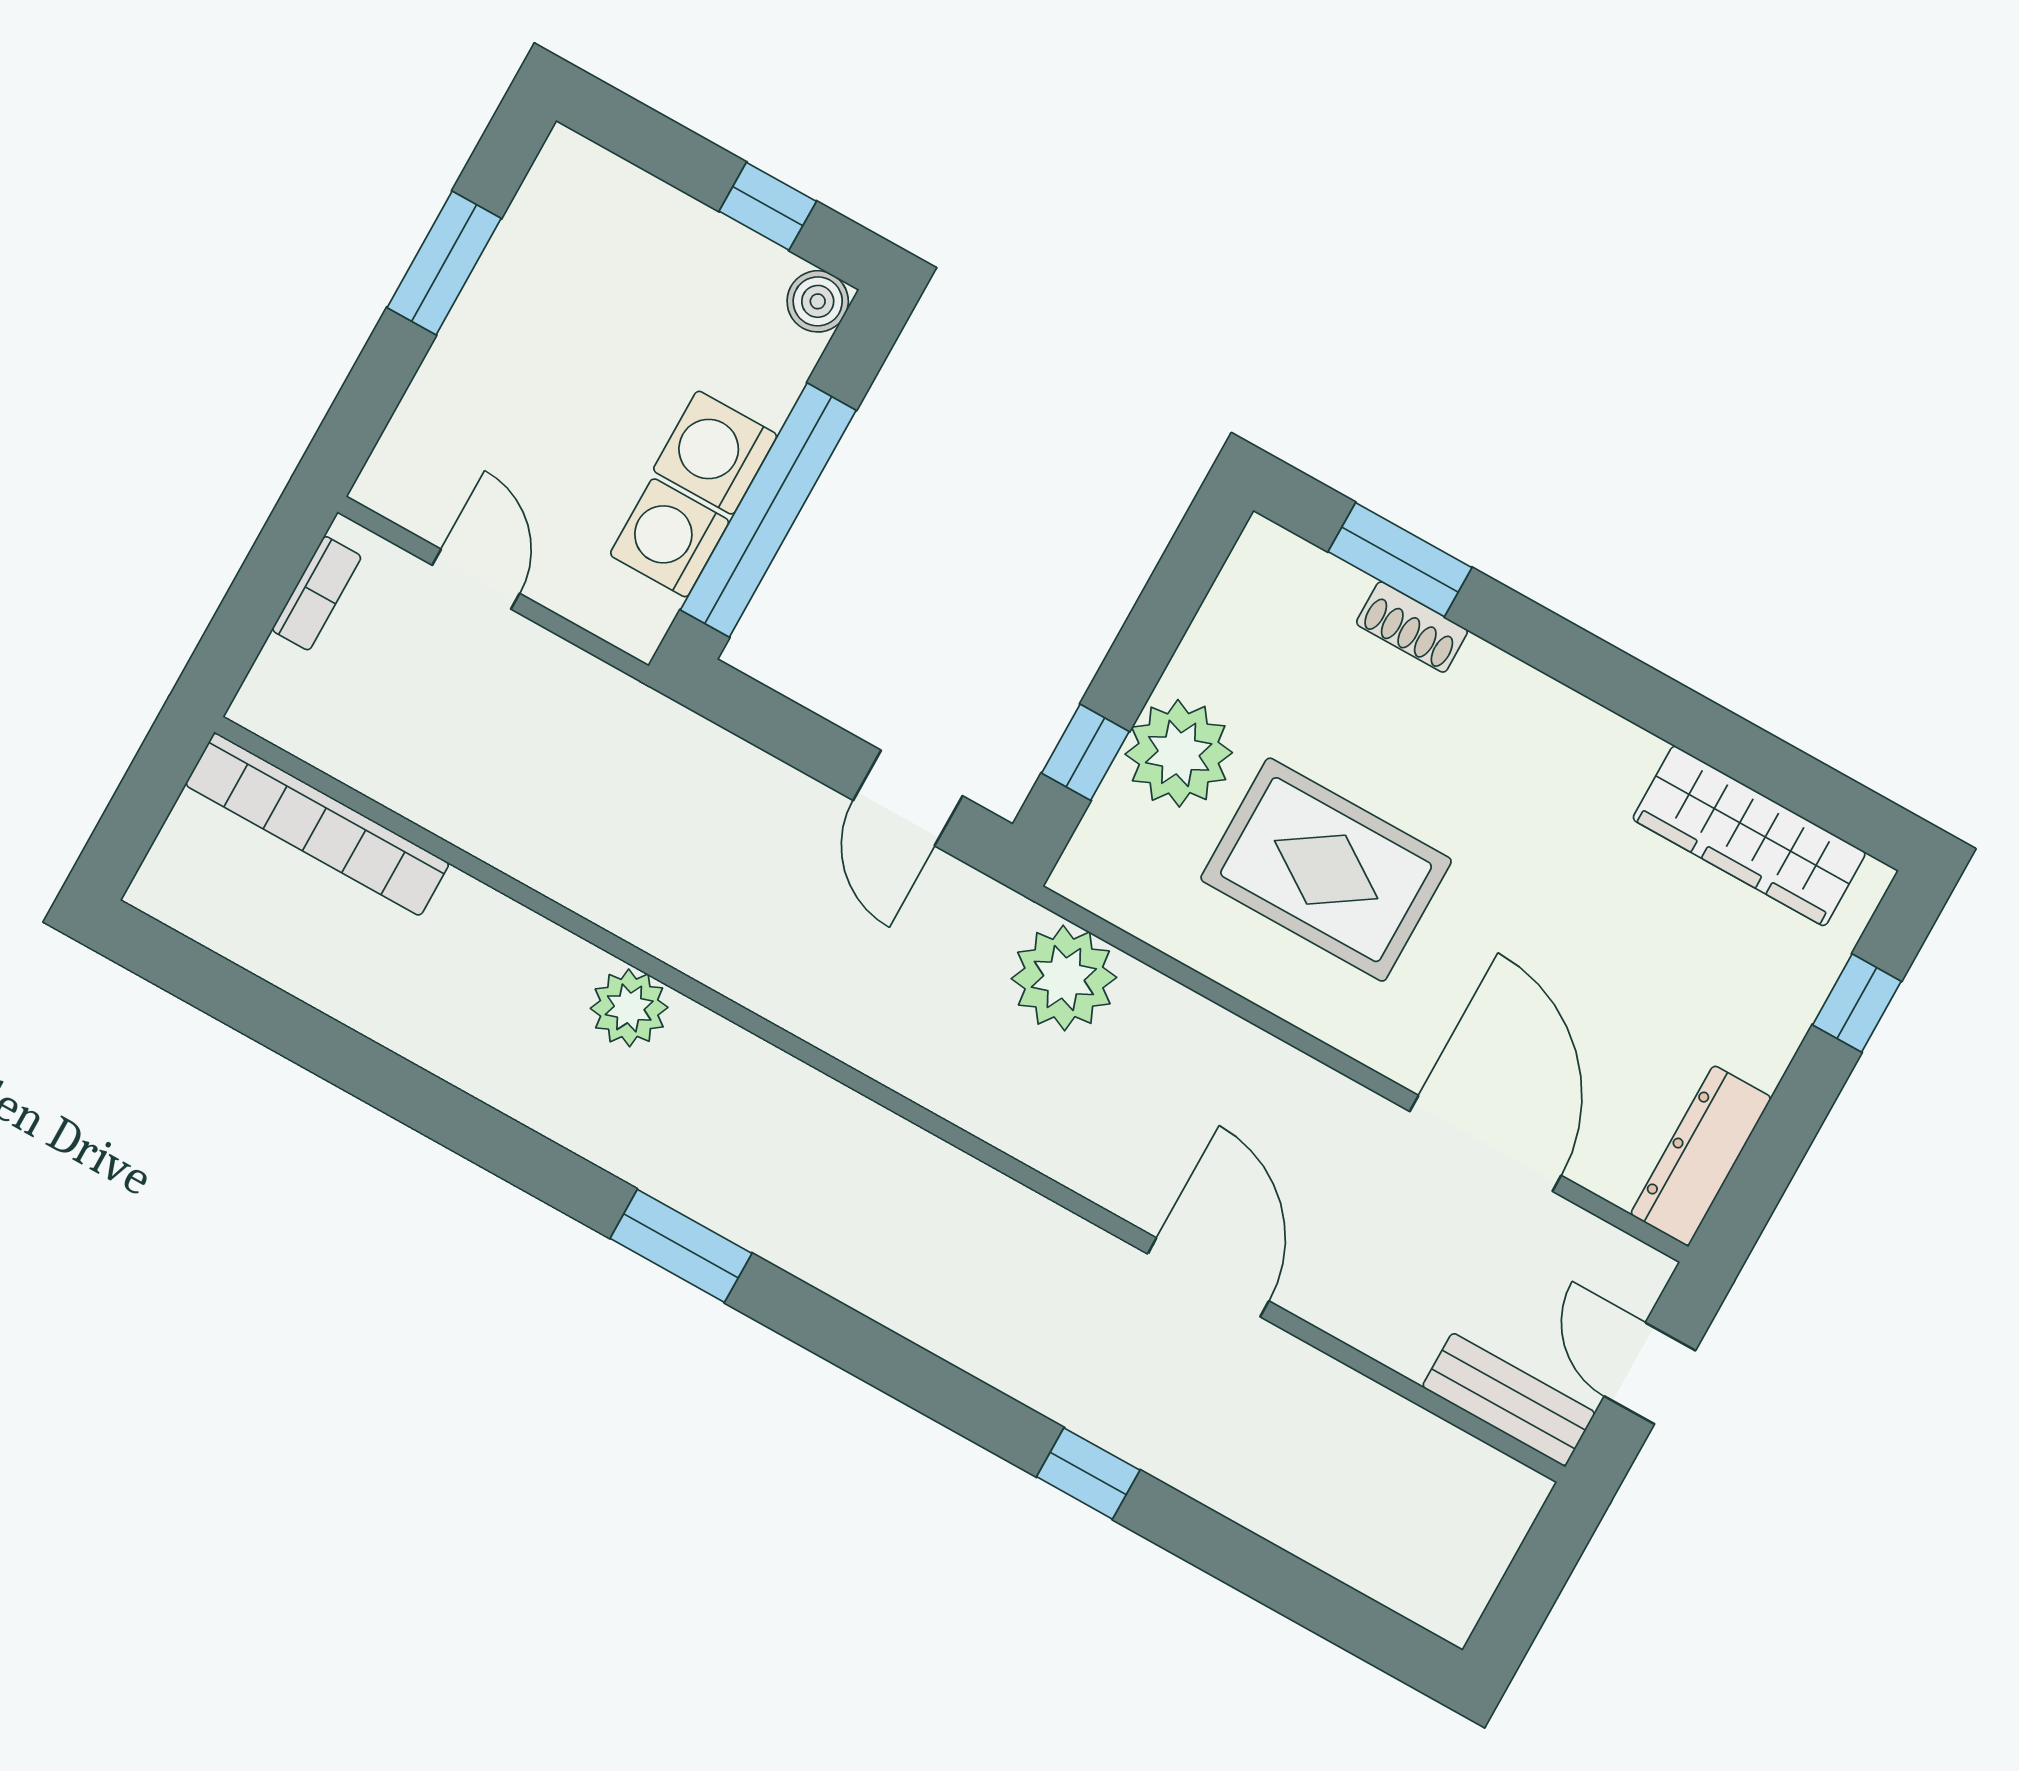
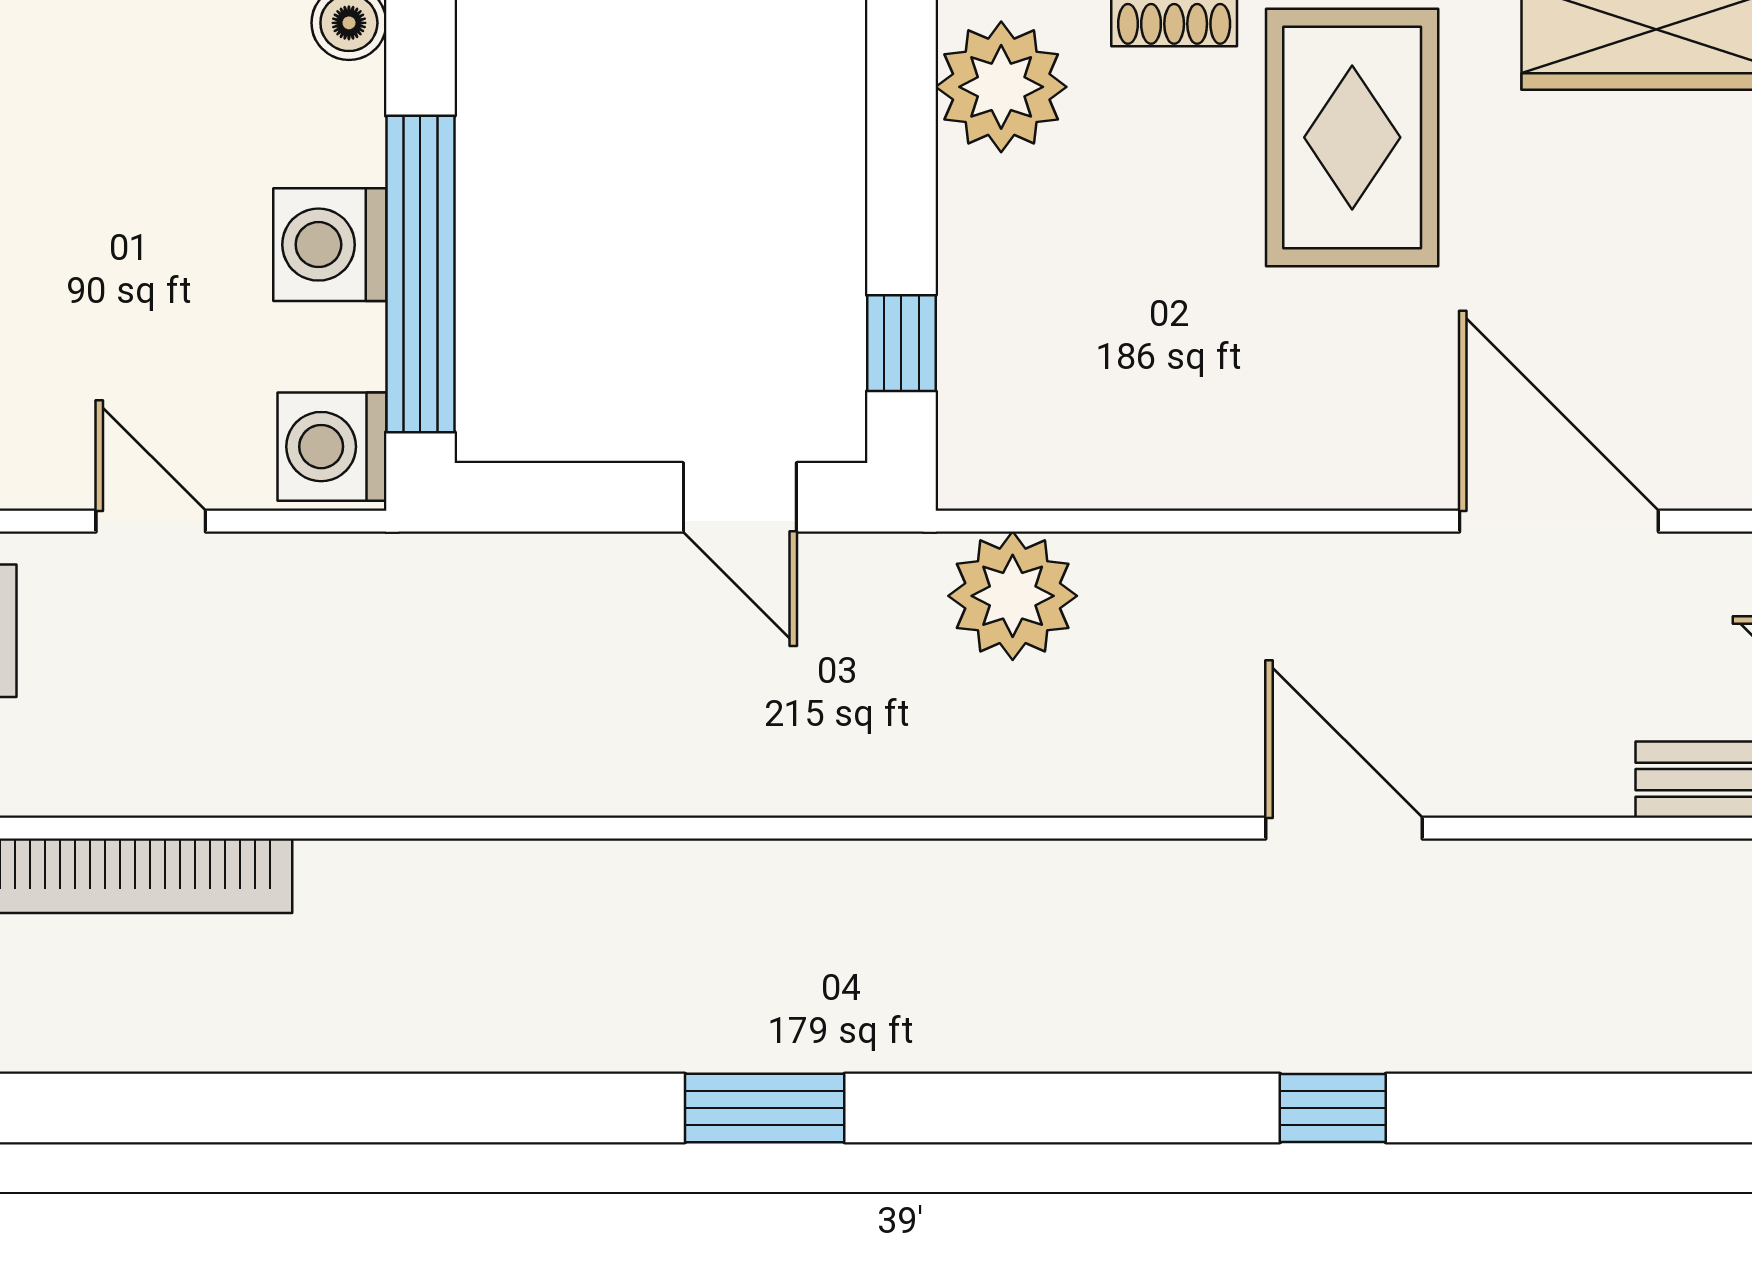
washing machine: (670, 538) -> (332, 447), moved
plant: (1179, 753) -> (1001, 87), moved
rug: (1326, 870) -> (1352, 137), moved, turned 90
plant: (629, 1008) -> (568, 886), removed

